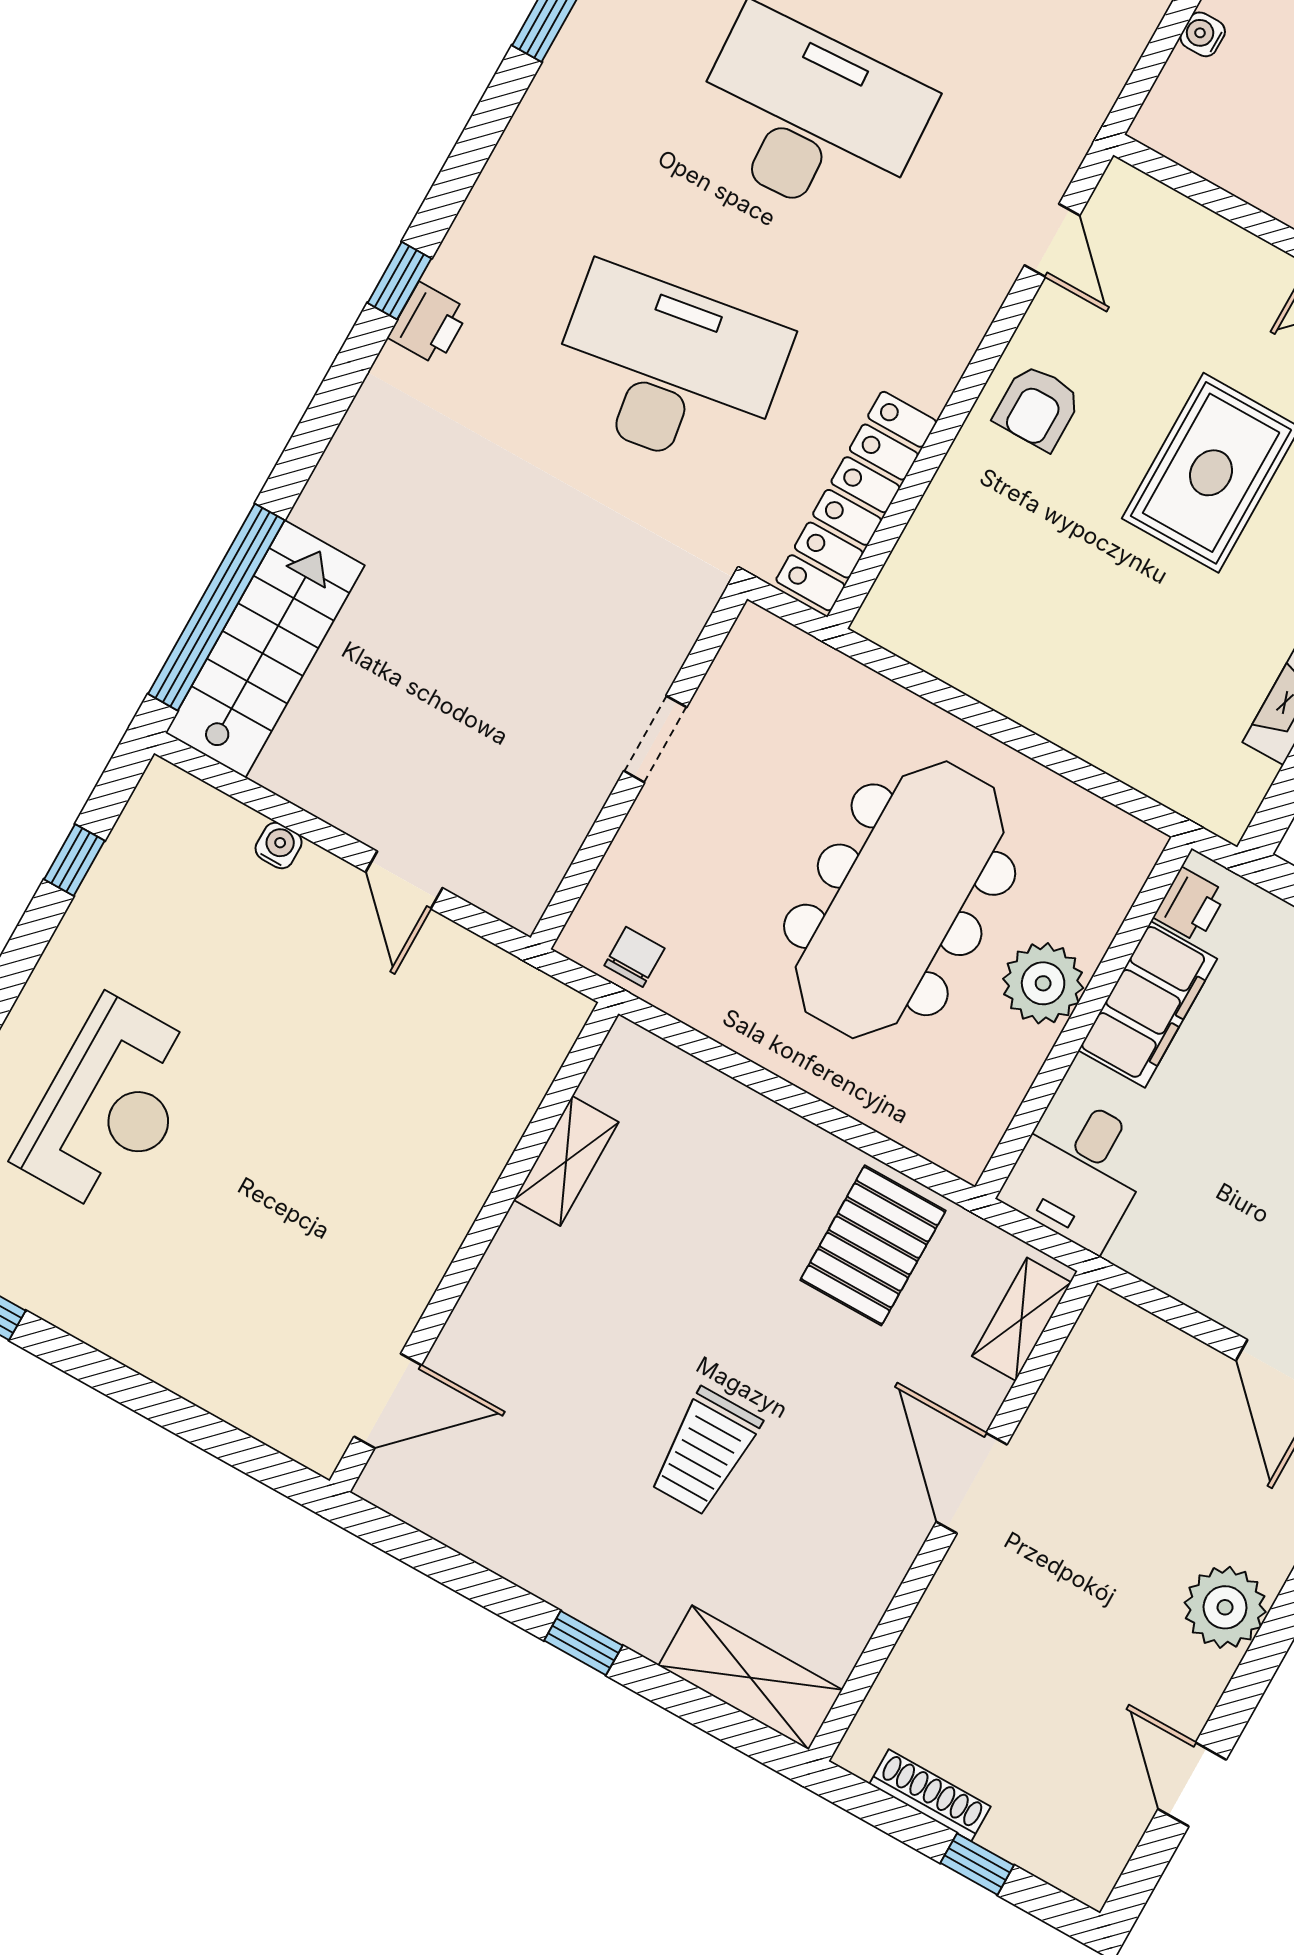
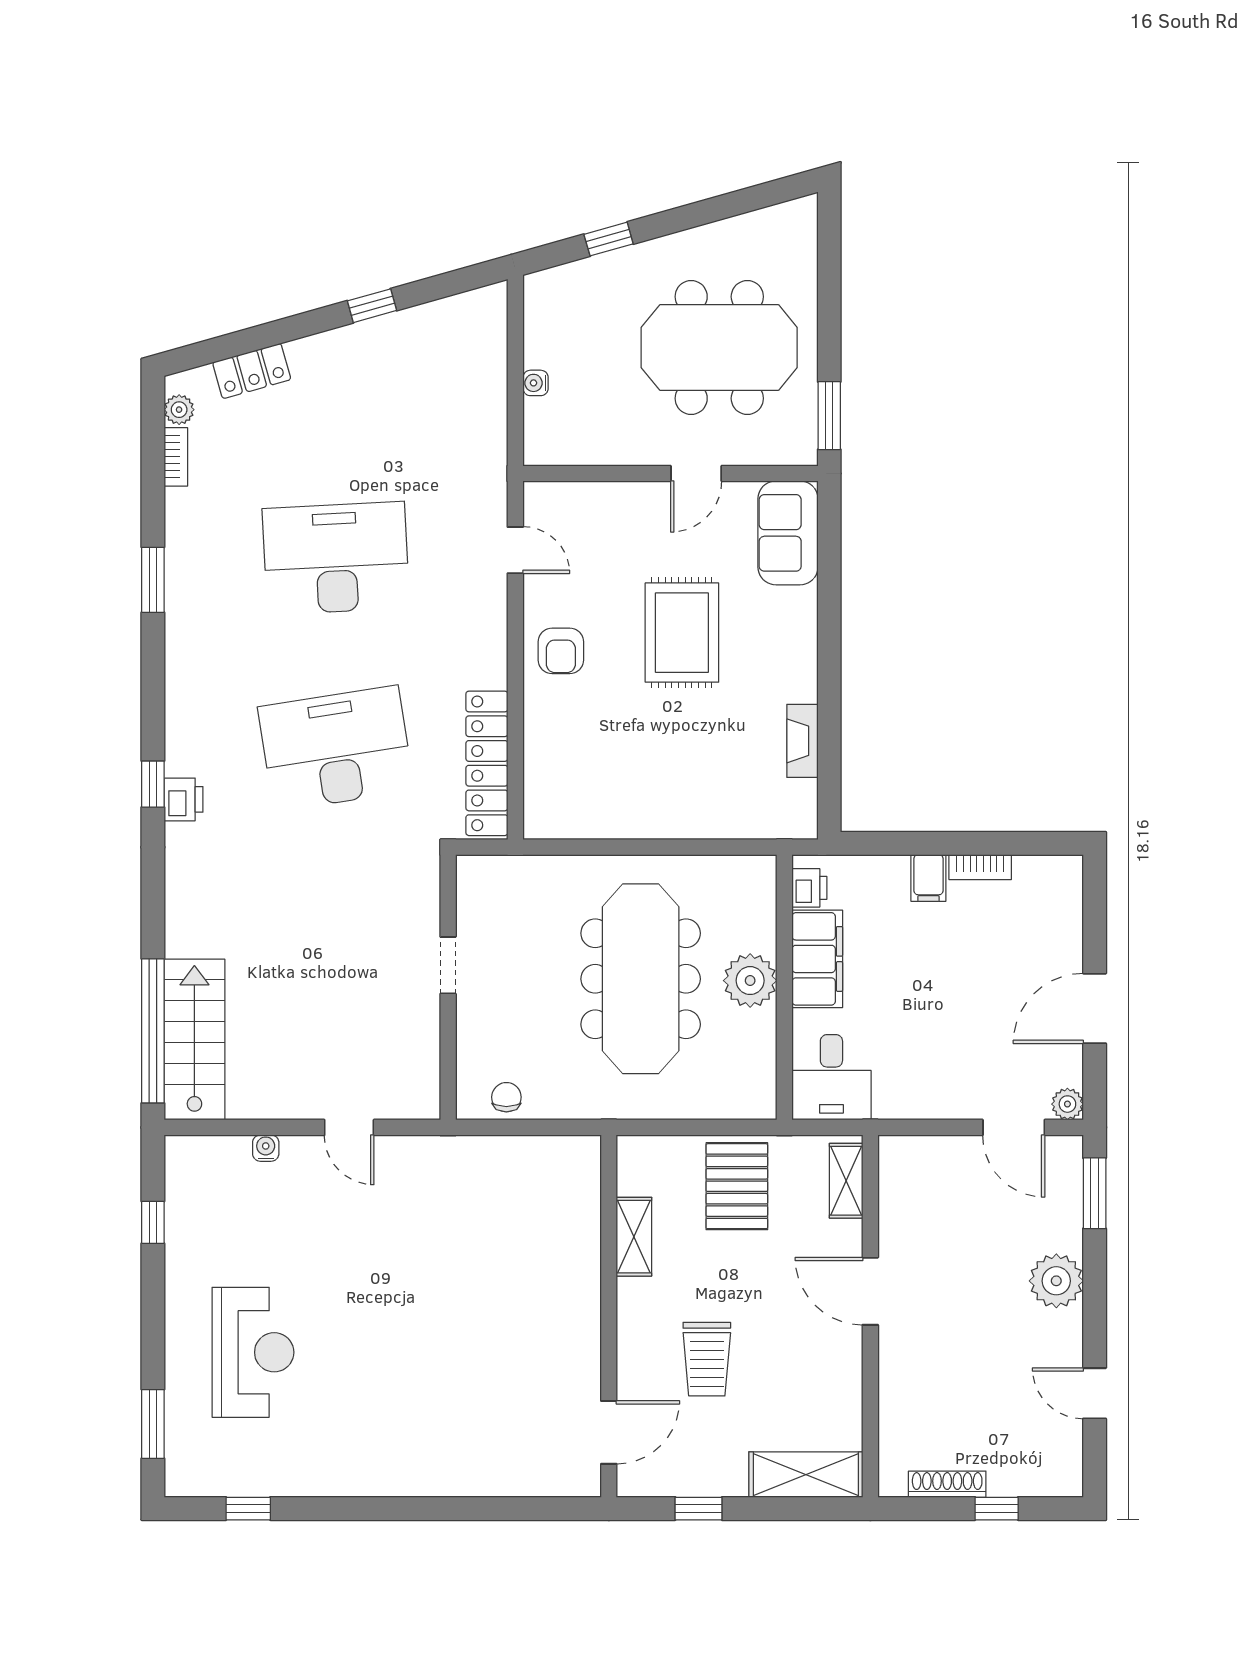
shelving: (566, 1161) -> (634, 1237), moved
wall: (474, 1247) -> (609, 1316), moved
door: (388, 1401) -> (609, 1432), moved

